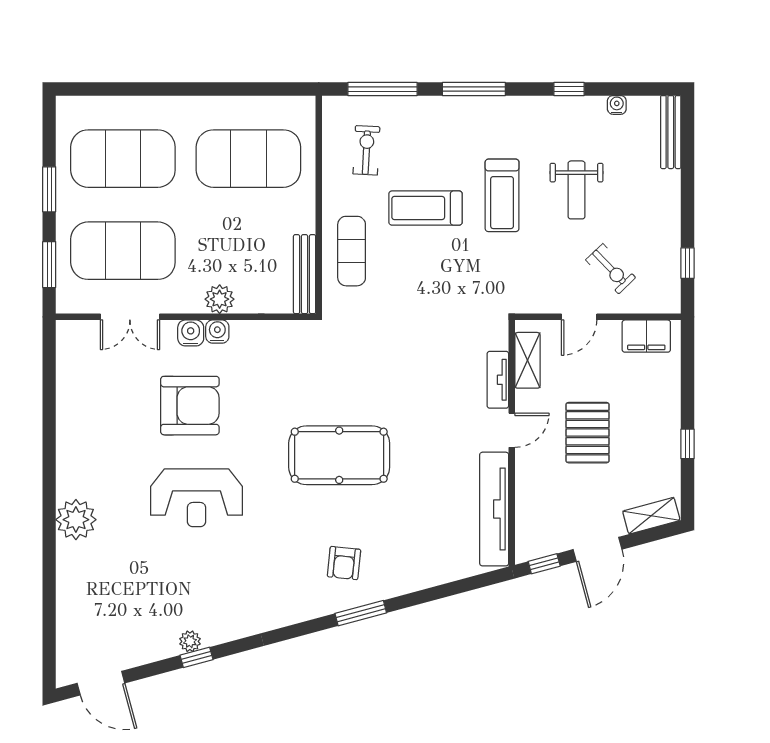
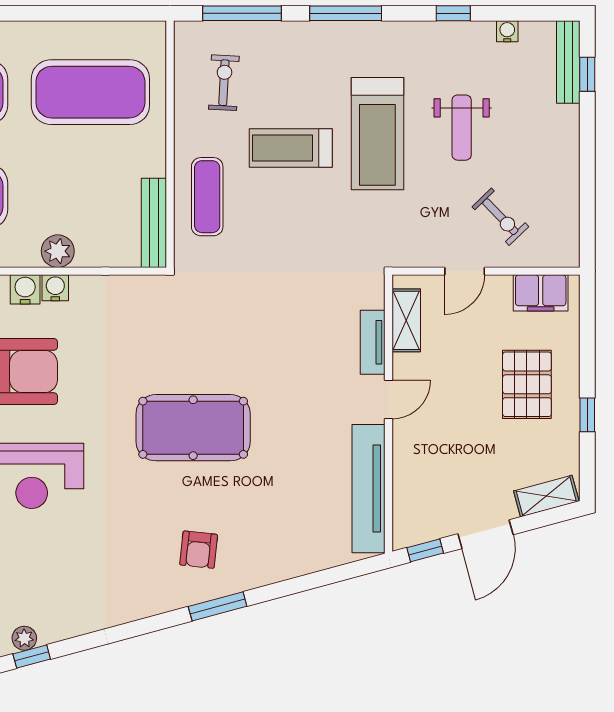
treadmill: (502, 195) -> (377, 134), width x1.37, depth x1.38
window: (687, 263) -> (587, 74), moved
pallet: (588, 433) -> (527, 384), moved

